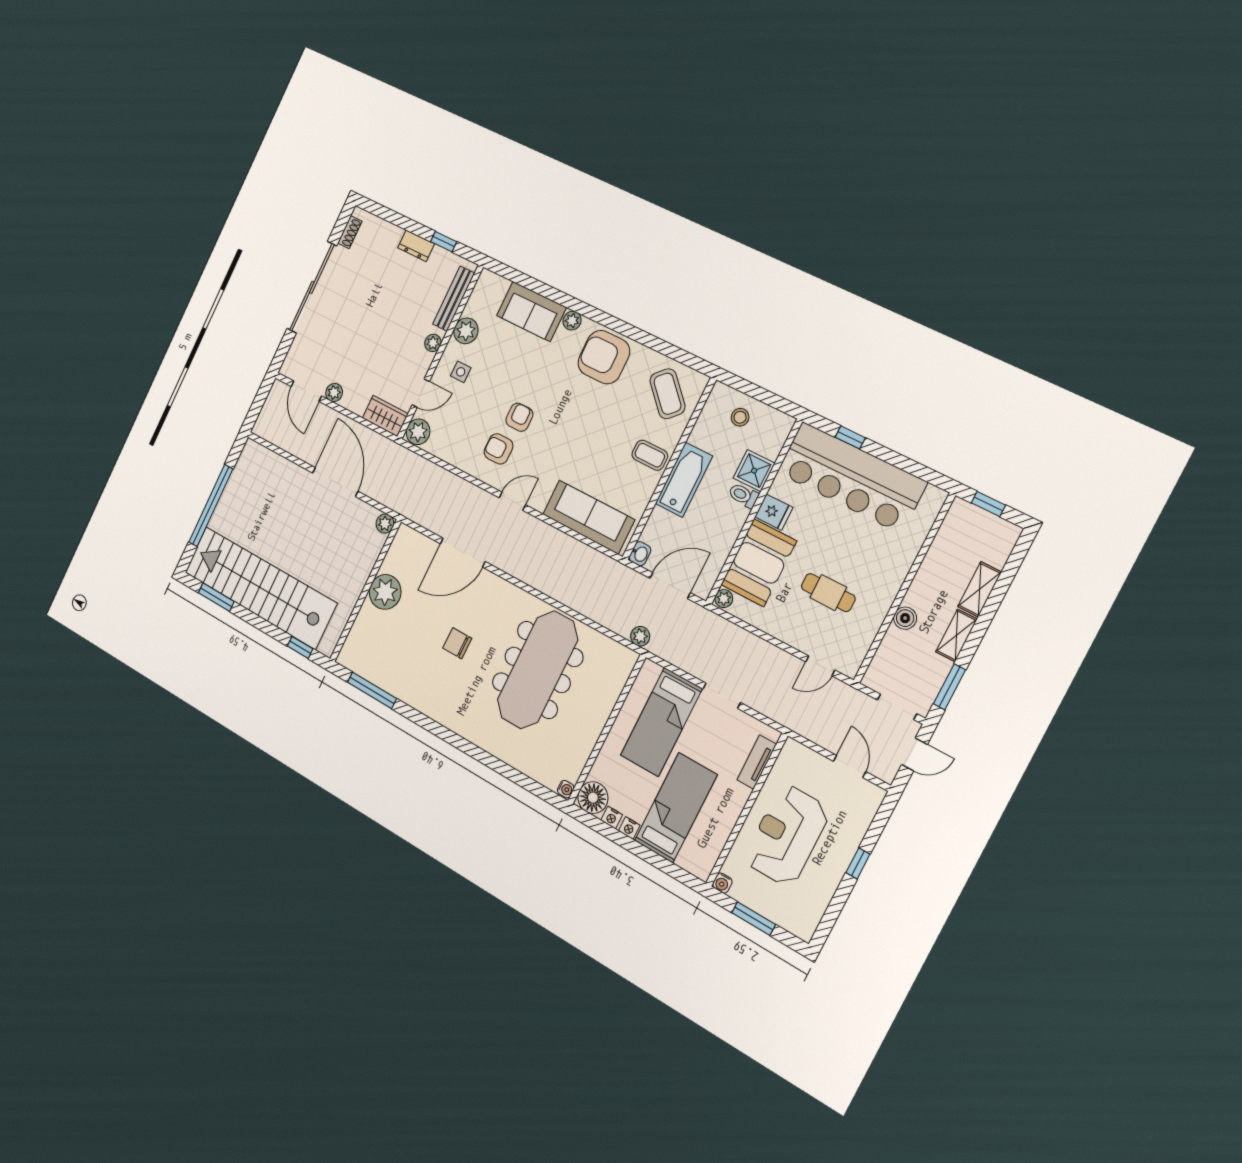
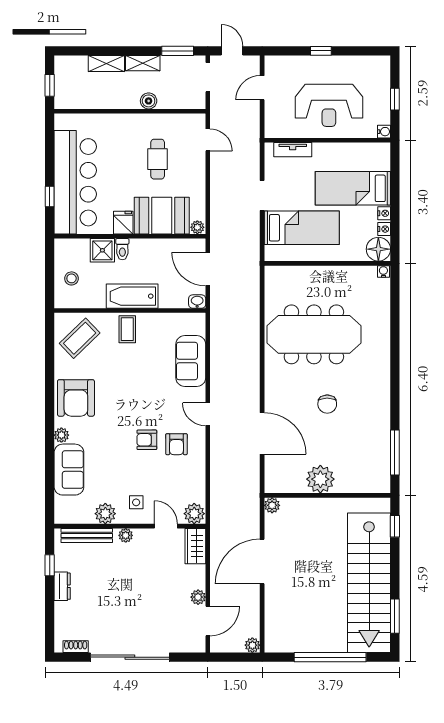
sofa: (588, 517) -> (191, 361), width x0.73
plant: (640, 636) -> (252, 645), moved
window: (754, 919) -> (395, 99), width x0.67

